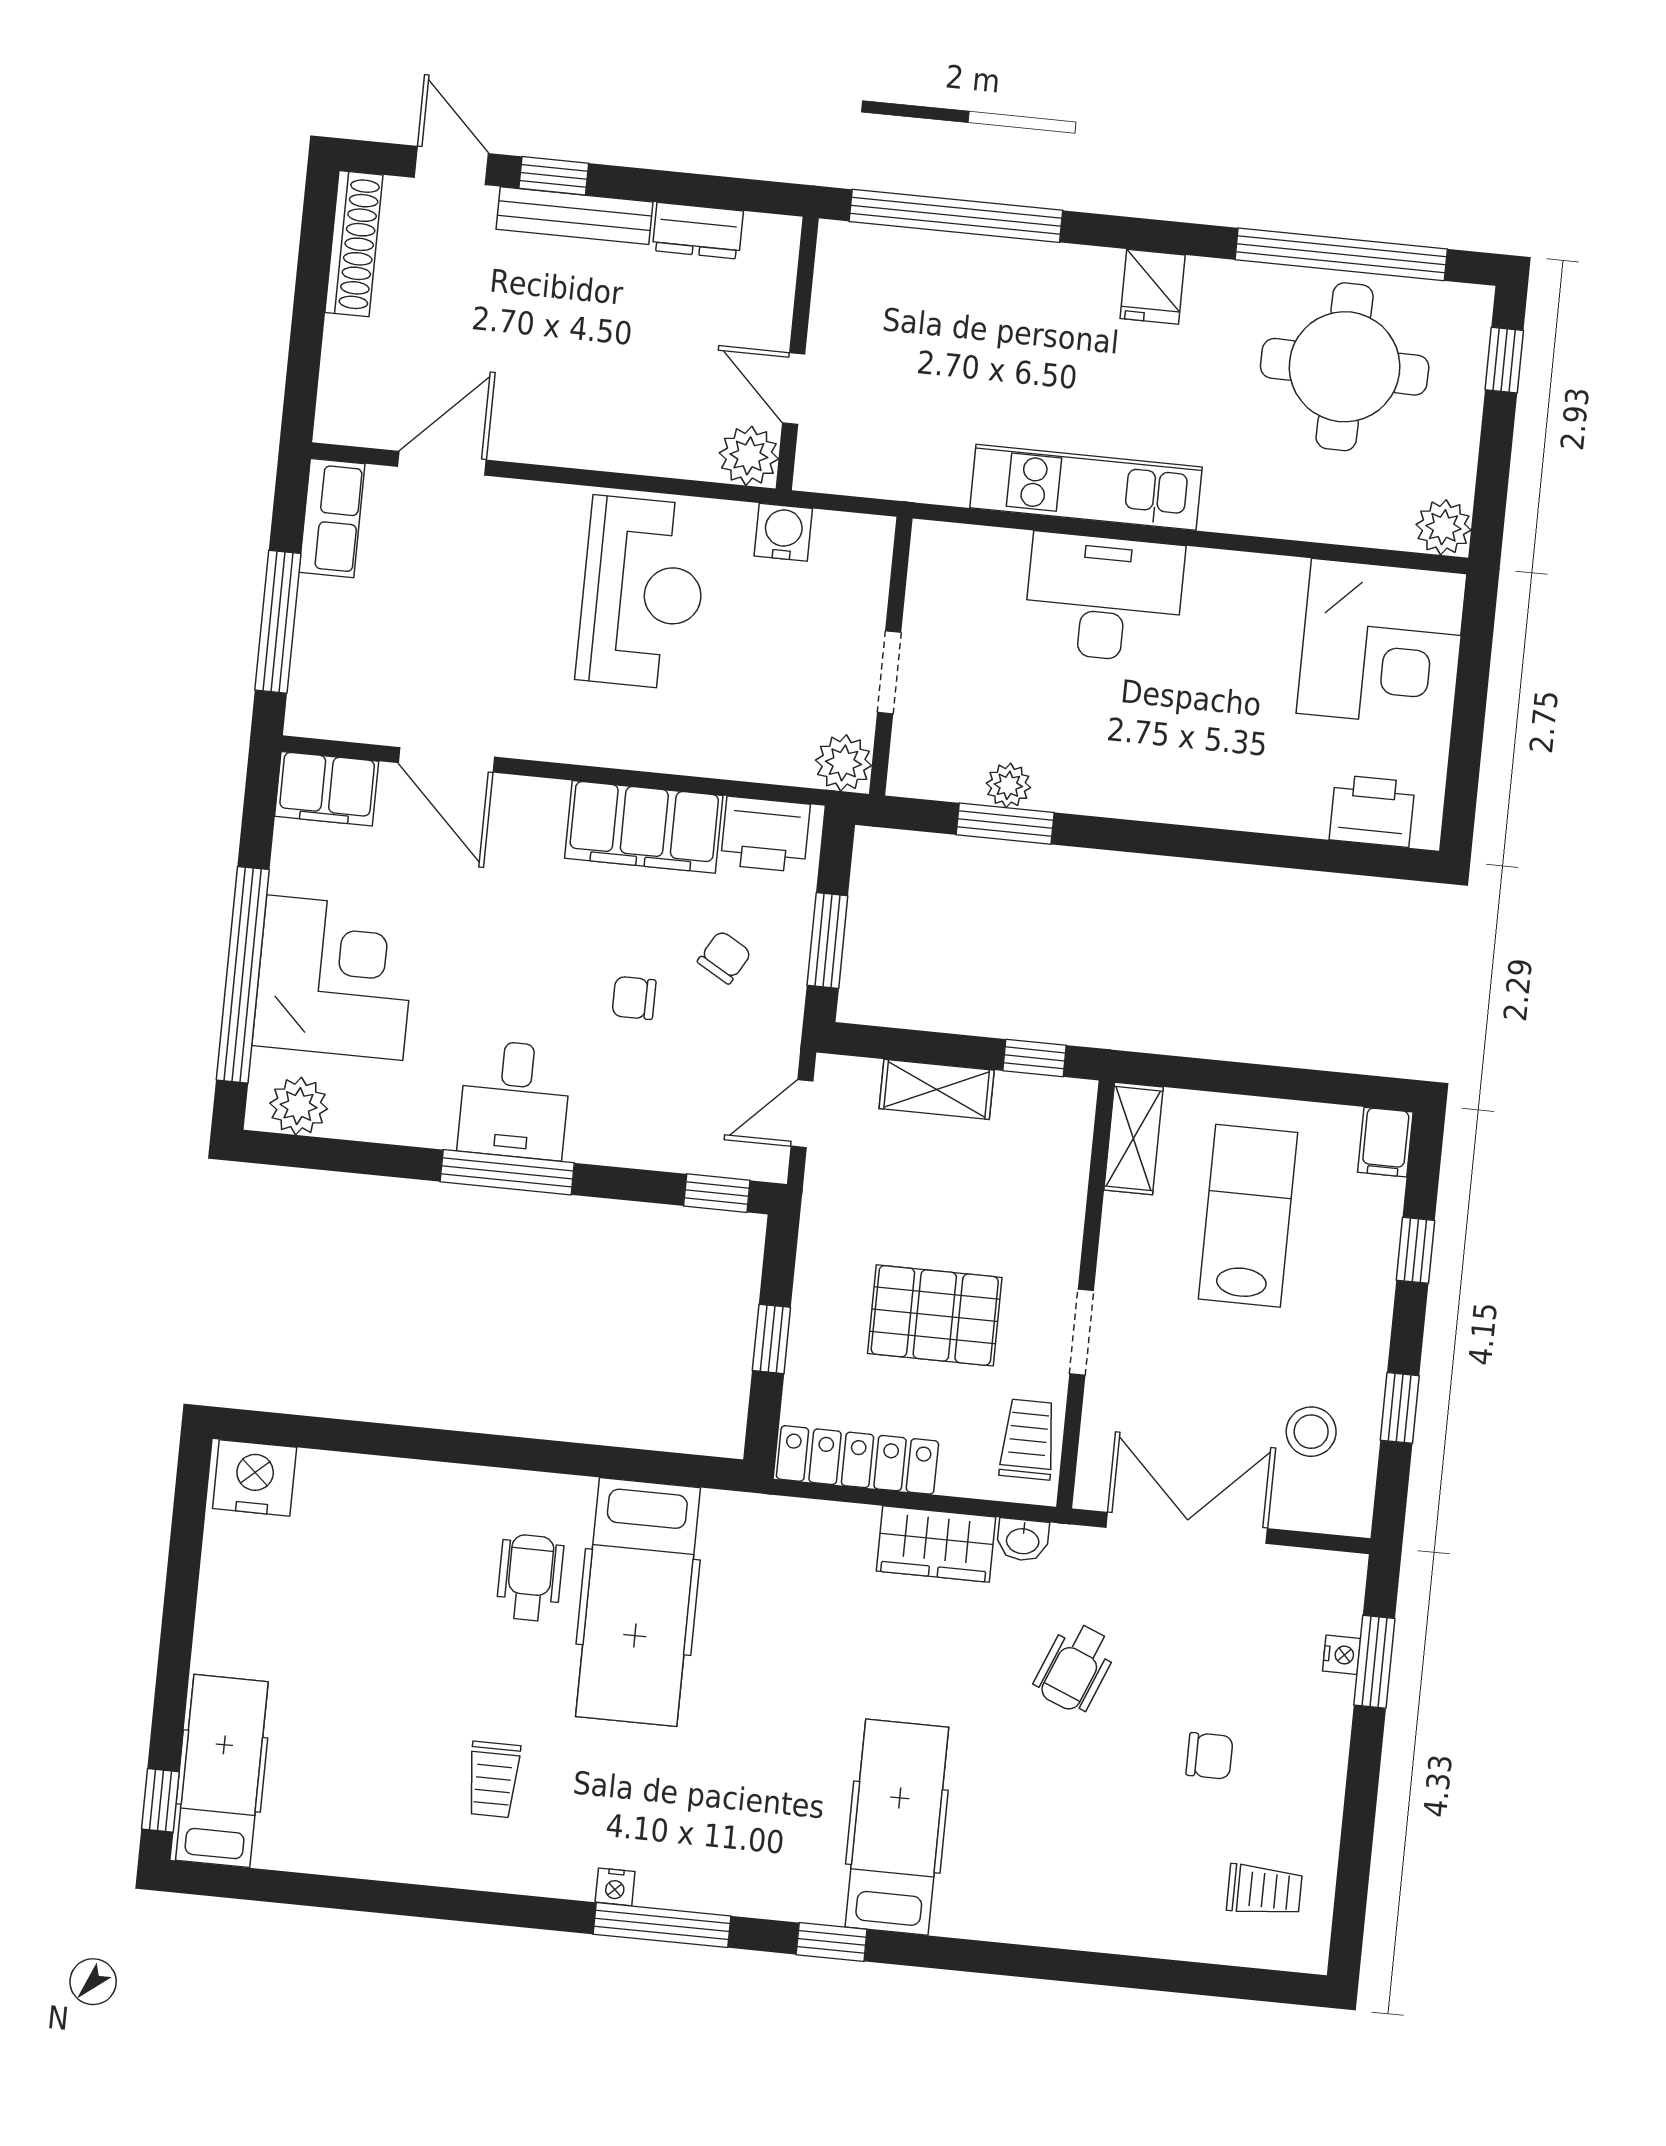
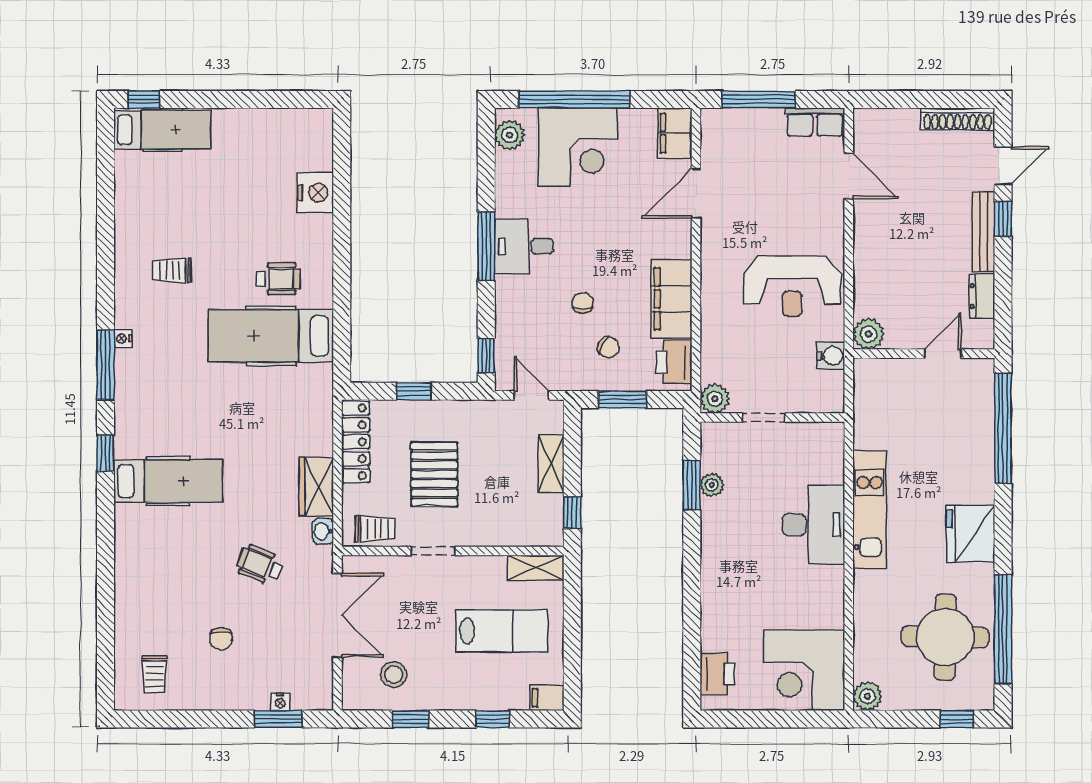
fridge: (1153, 287) -> (970, 534), width x1.88, depth x1.34
door: (794, 389) -> (943, 354), moved
nightstand: (255, 1478) -> (315, 193), moved

